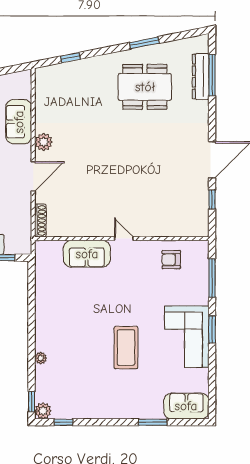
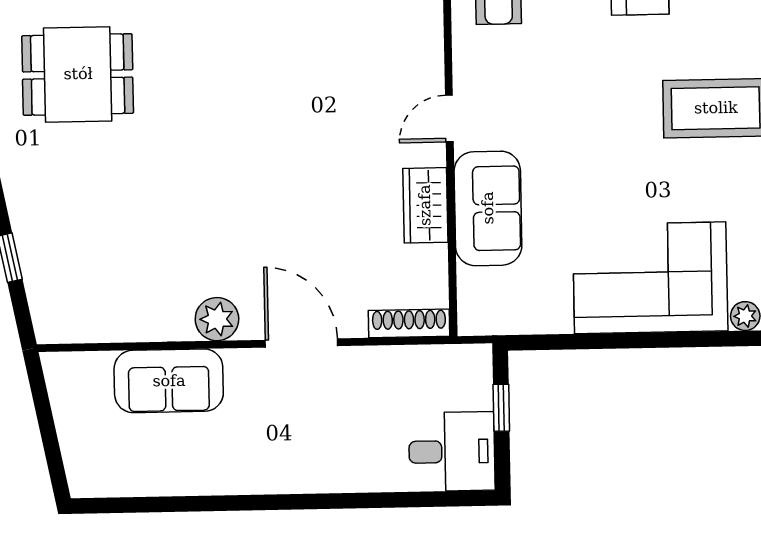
dining table: (145, 87) -> (78, 74), width x0.73
wardrobe: (89, 228) -> (425, 205), added
corner sofa: (57, 320) -> (650, 278), added

